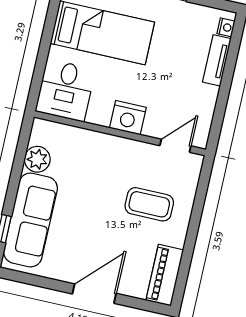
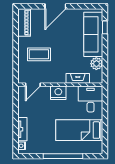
fireplace: (82, 138) -> (78, 78), added

